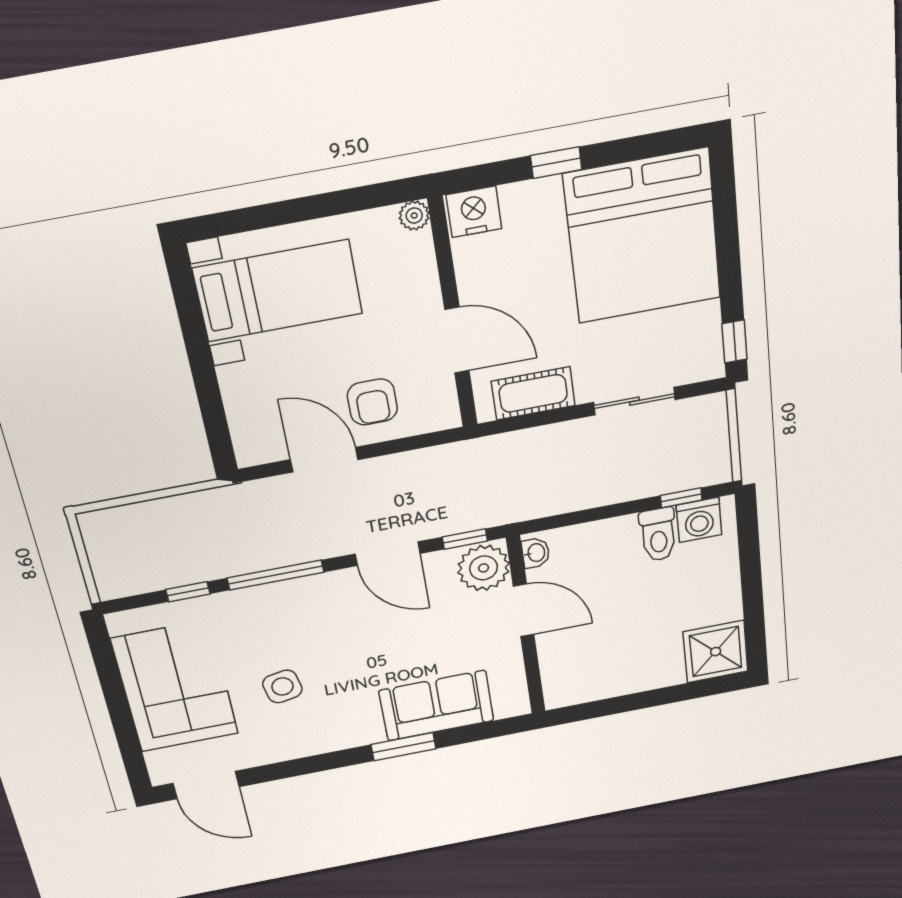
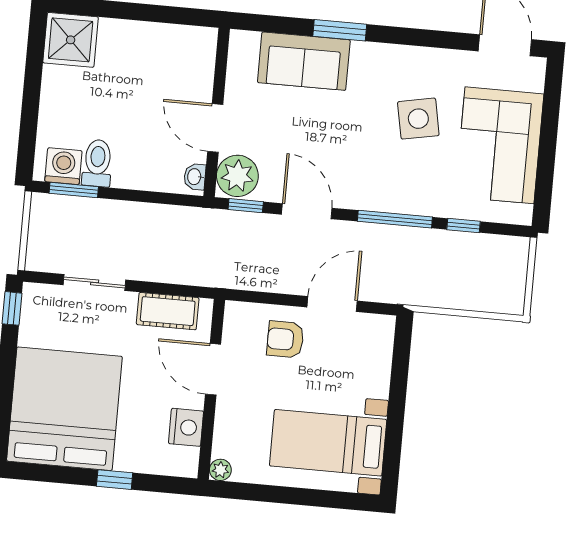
nightstand: (474, 212) -> (186, 427), moved, turned -90
armchair: (372, 402) -> (285, 339), turned -90
door: (324, 460) -> (332, 304), swing flipped
window: (681, 498) -> (74, 190), width x1.50
side table: (282, 686) -> (418, 119), width x1.37, depth x1.37

